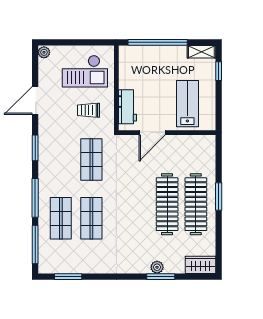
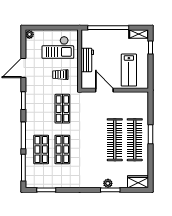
lab bench: (187, 104) -> (129, 70), turned 180
workbench: (127, 107) -> (87, 60), moved
door: (152, 133) -> (104, 90), swing flipped

